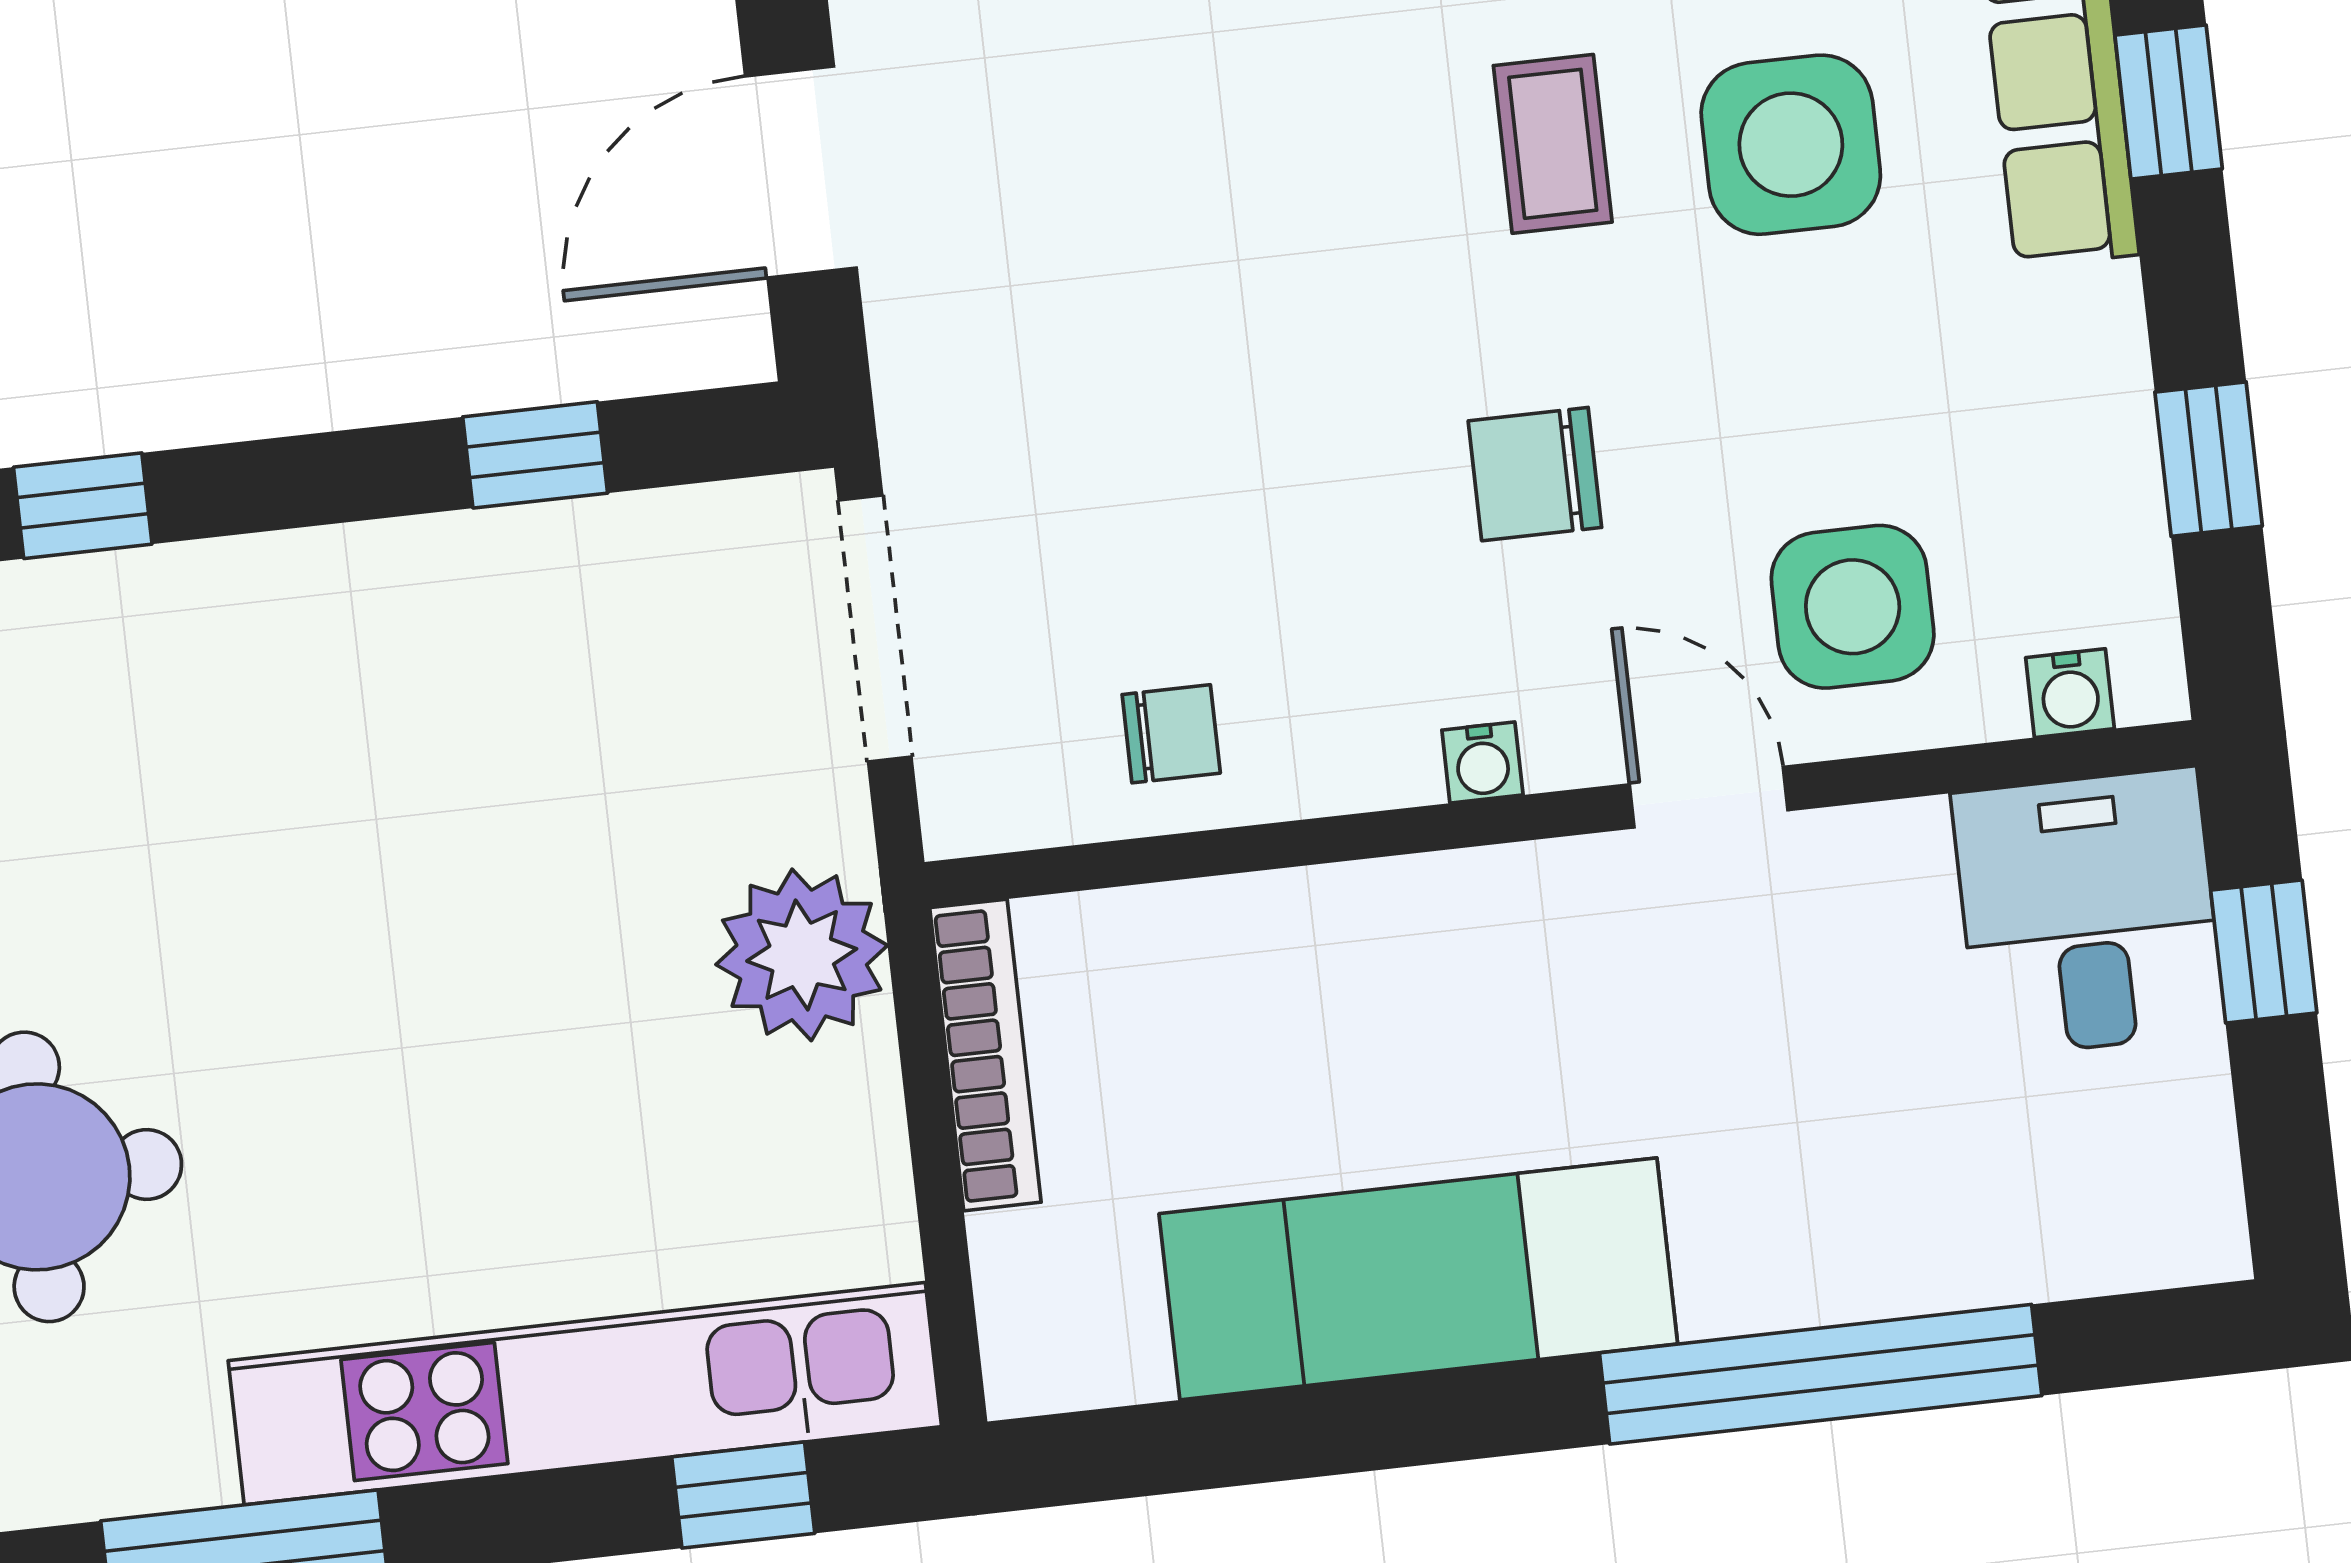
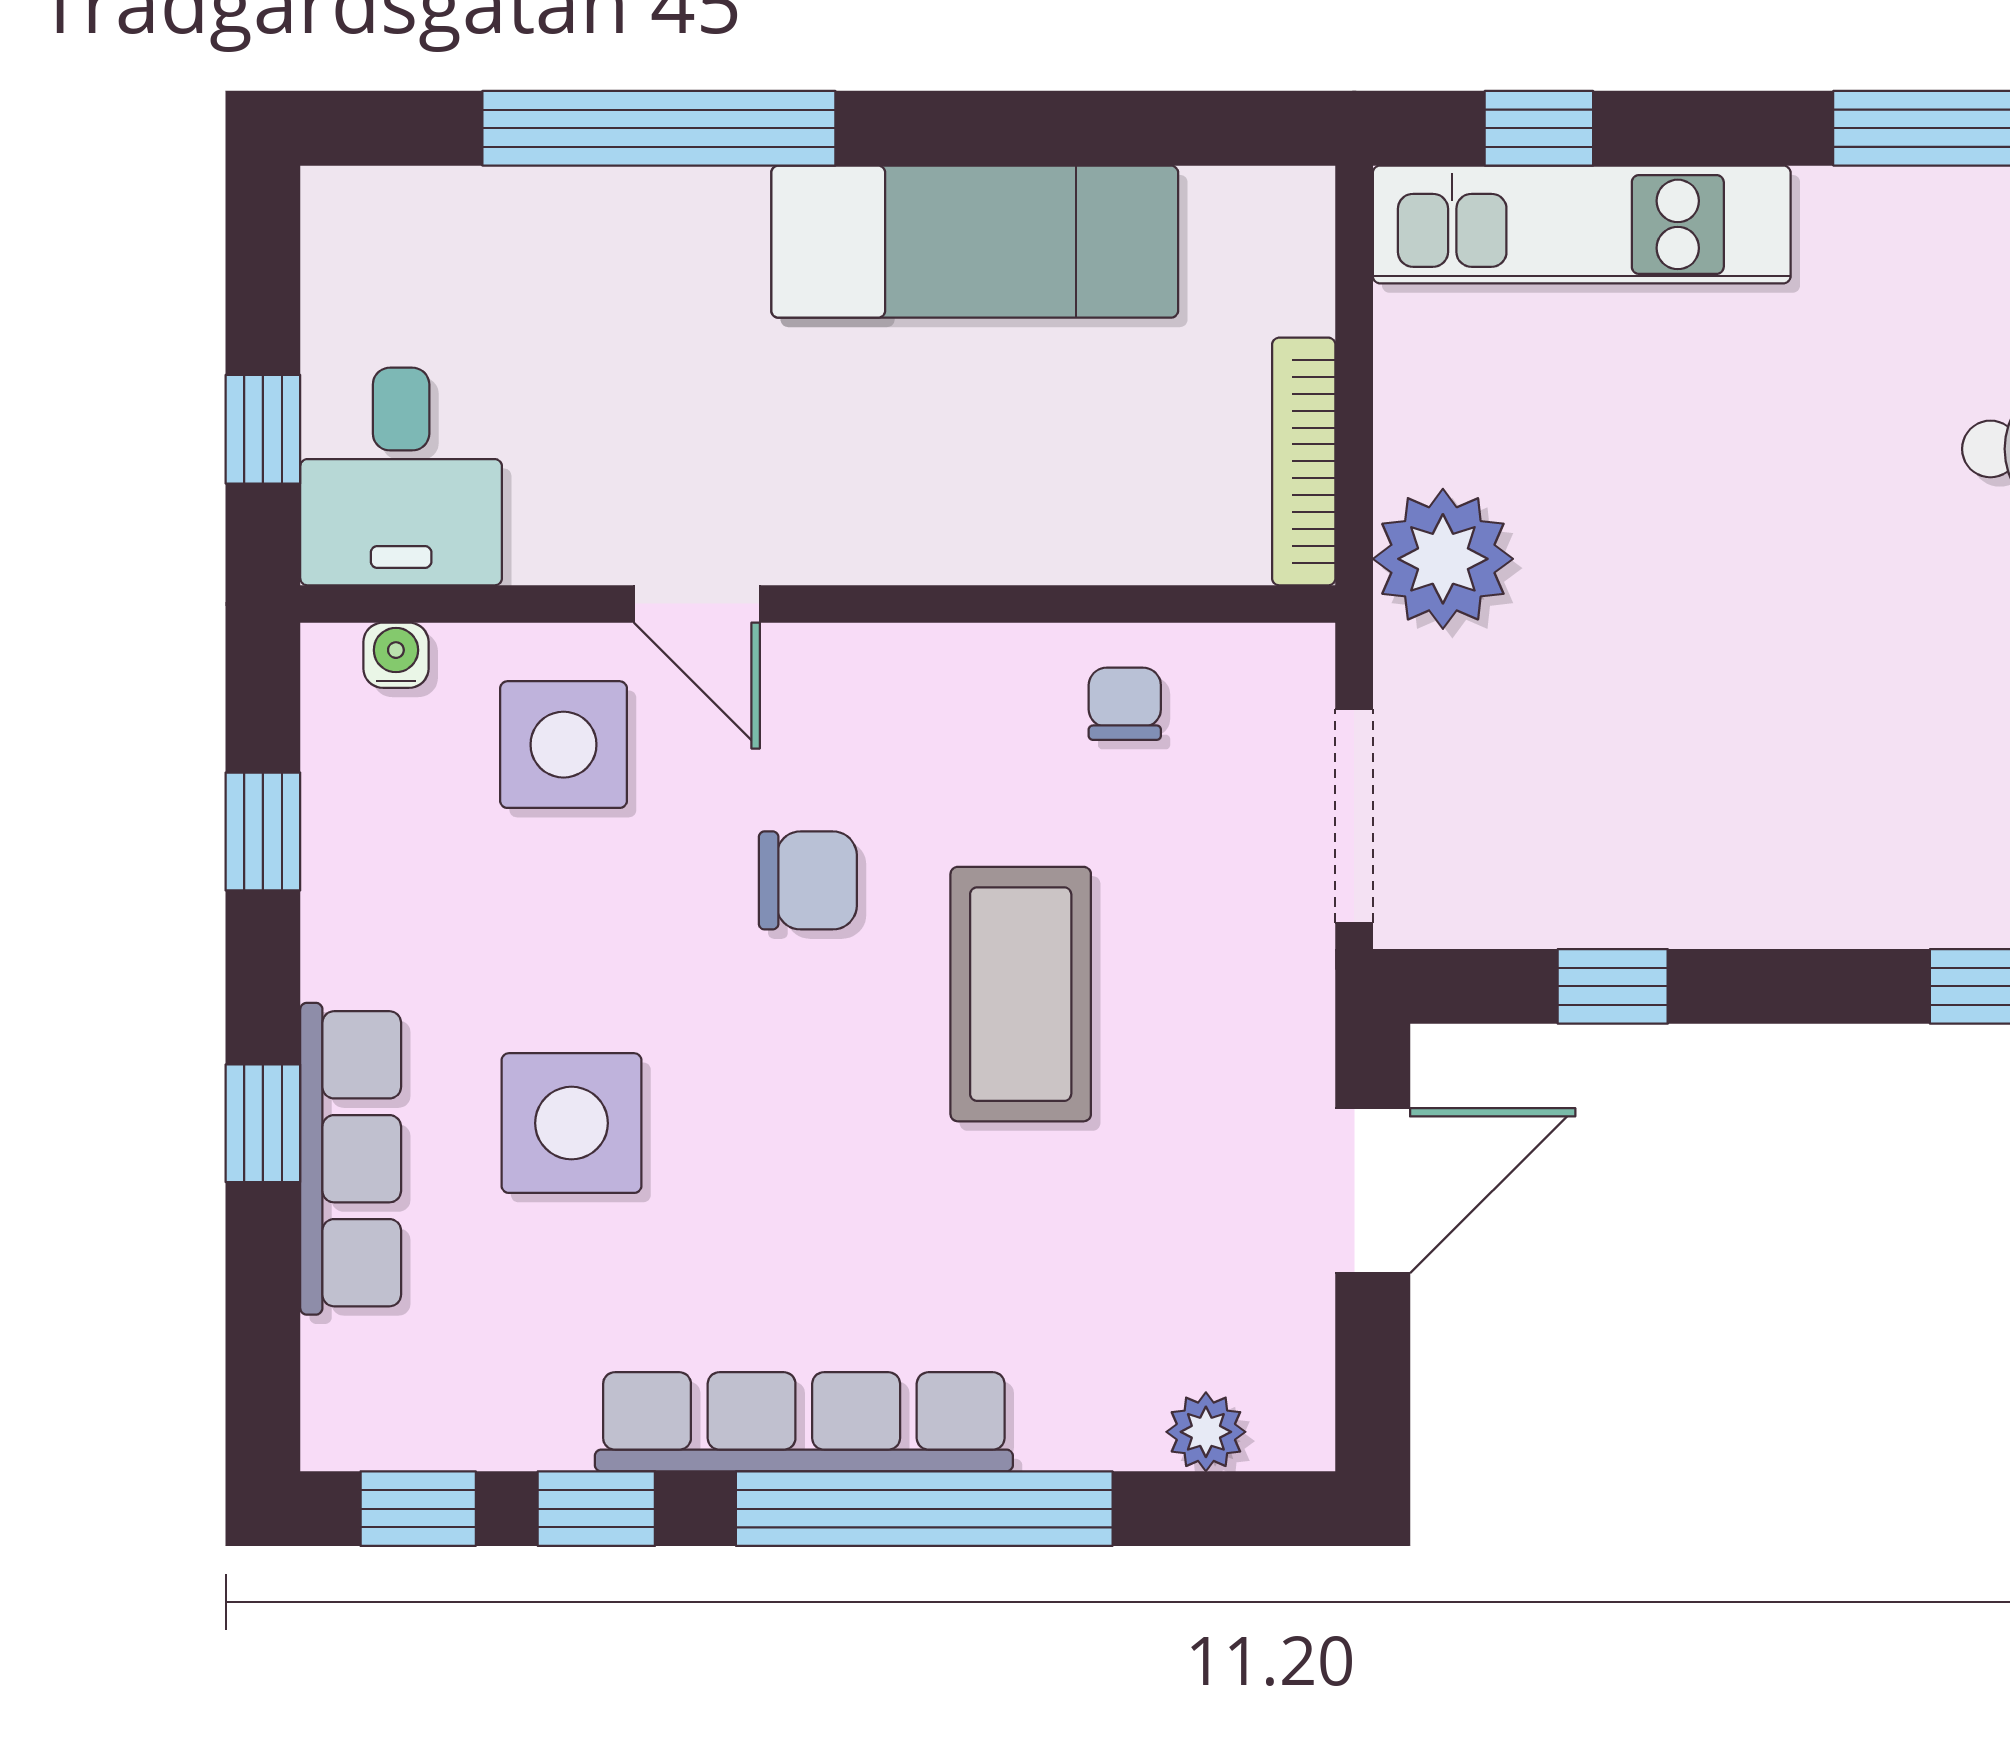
coffee table: (1553, 144) -> (1021, 994), moved, width x1.86, depth x1.72
chair: (1171, 734) -> (1125, 704), turned 90
water cooler: (1482, 762) -> (876, 652), removed
kitchen unit: (585, 1394) -> (1582, 224), width x0.73

